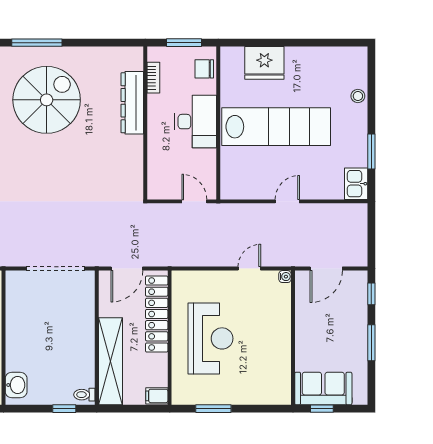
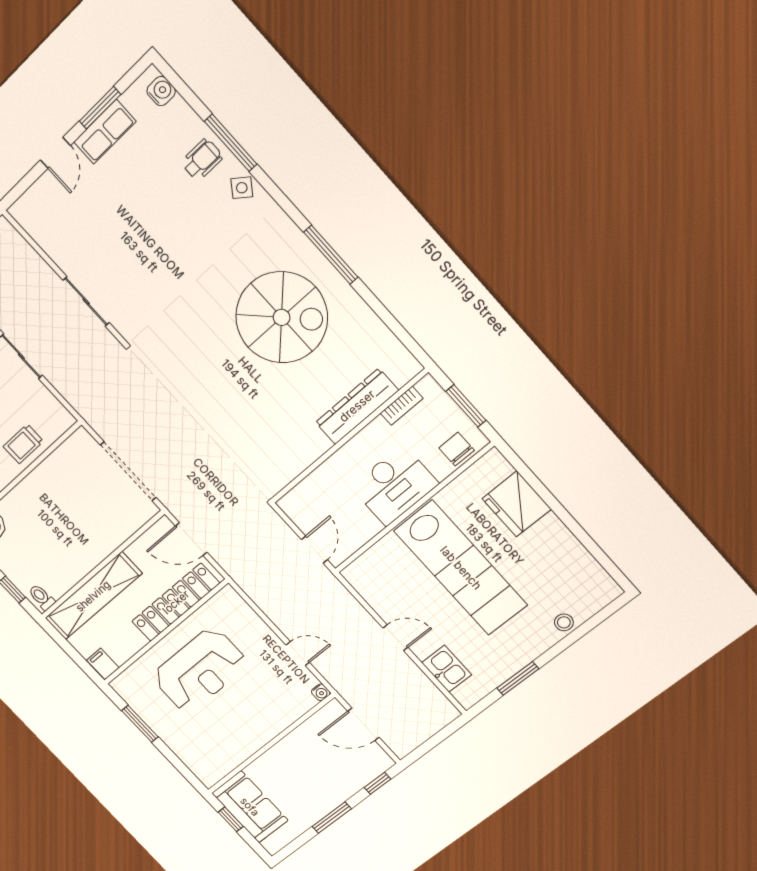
kitchen sink: (356, 184) -> (447, 669), moved, turned 90

